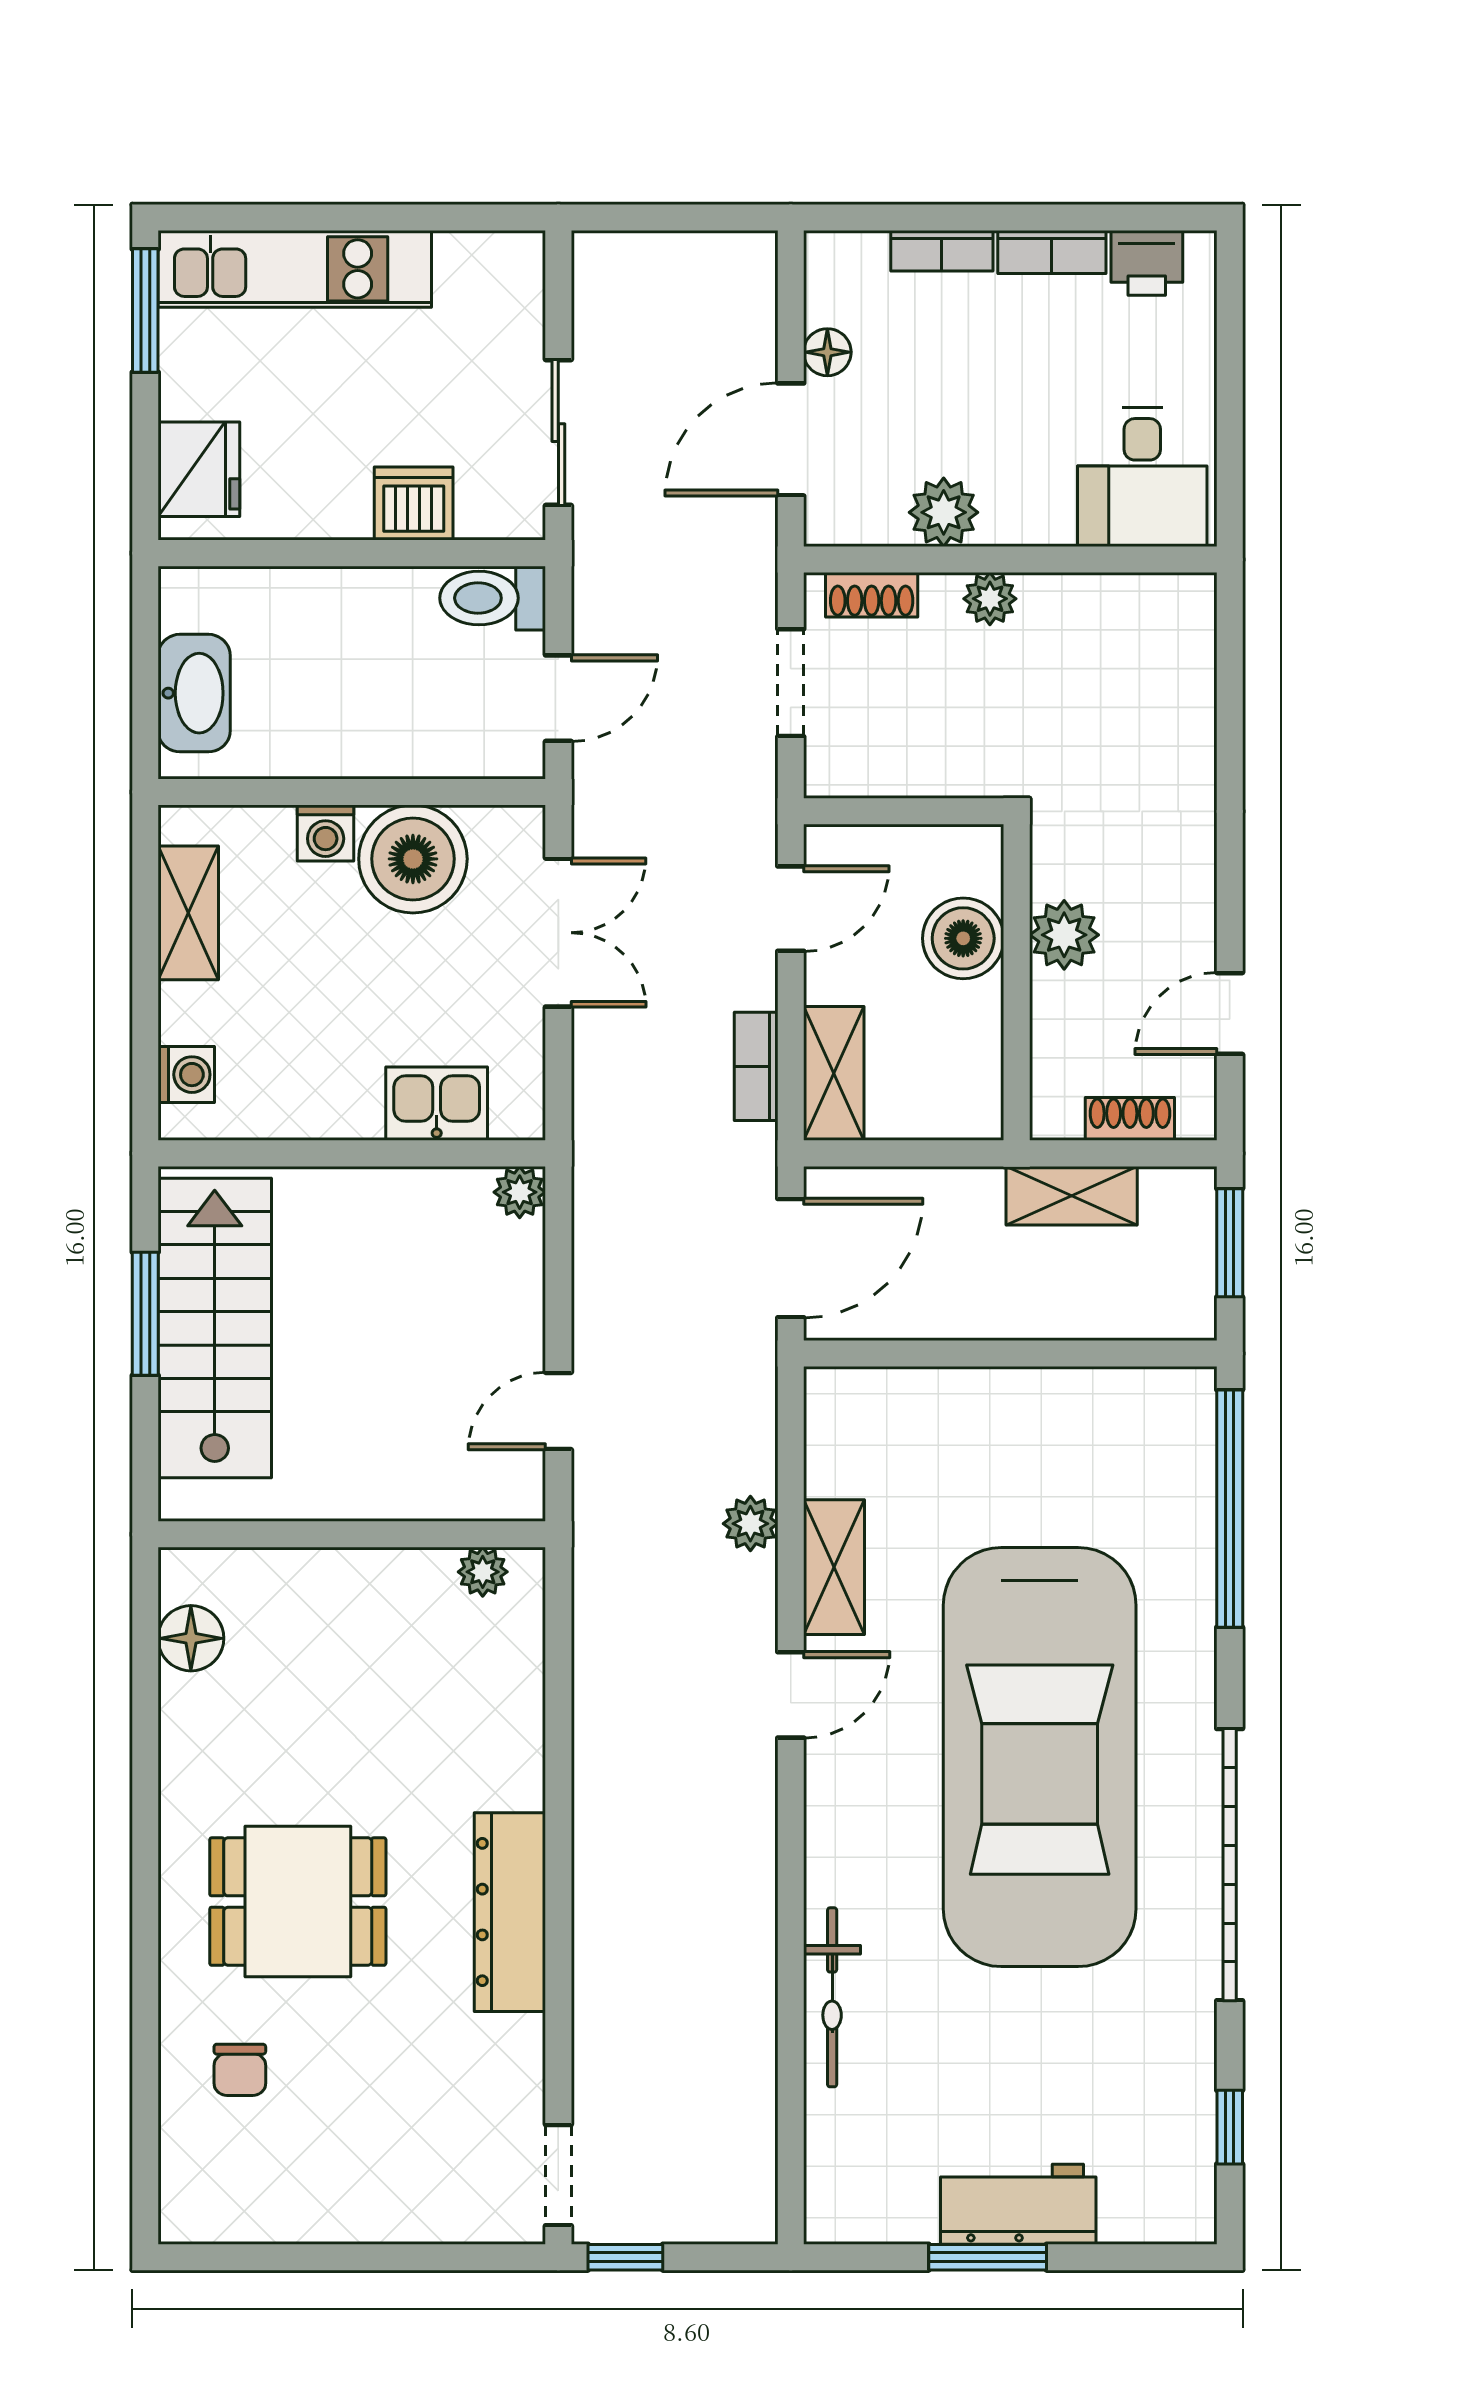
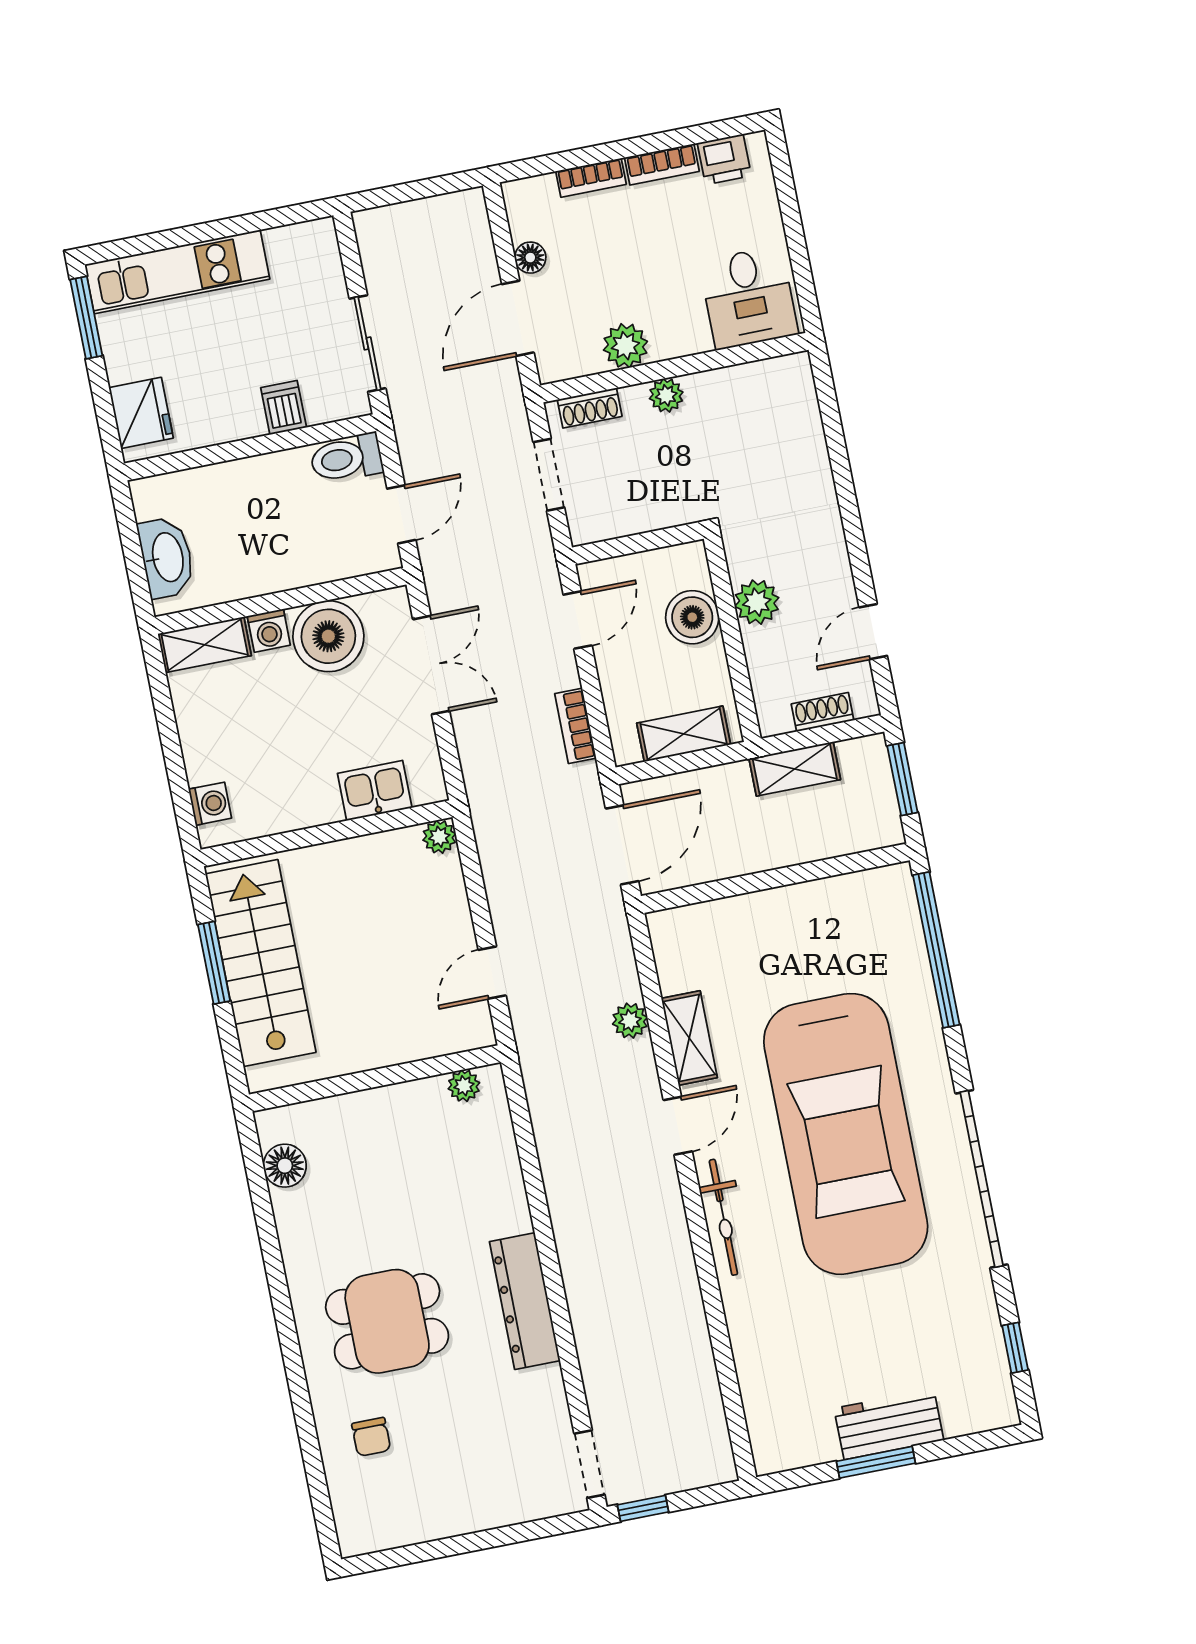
dishwasher: (414, 503) -> (284, 408), width x0.73
shelving: (188, 913) -> (205, 645), moved, turned 90
shelving: (834, 1073) -> (684, 734), moved, turned 90
bicycle: (832, 1997) -> (723, 1217), moved

